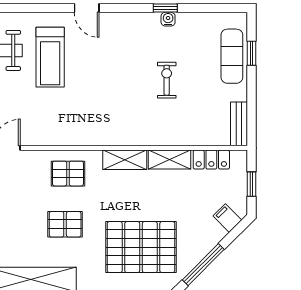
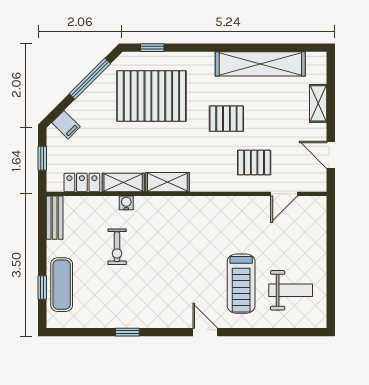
water cooler: (168, 19) -> (126, 203), moved, turned 180
treadmill: (50, 57) -> (241, 284), turned 180
exercise bike: (167, 80) -> (117, 247), moved
pallet: (68, 174) -> (254, 162), moved

